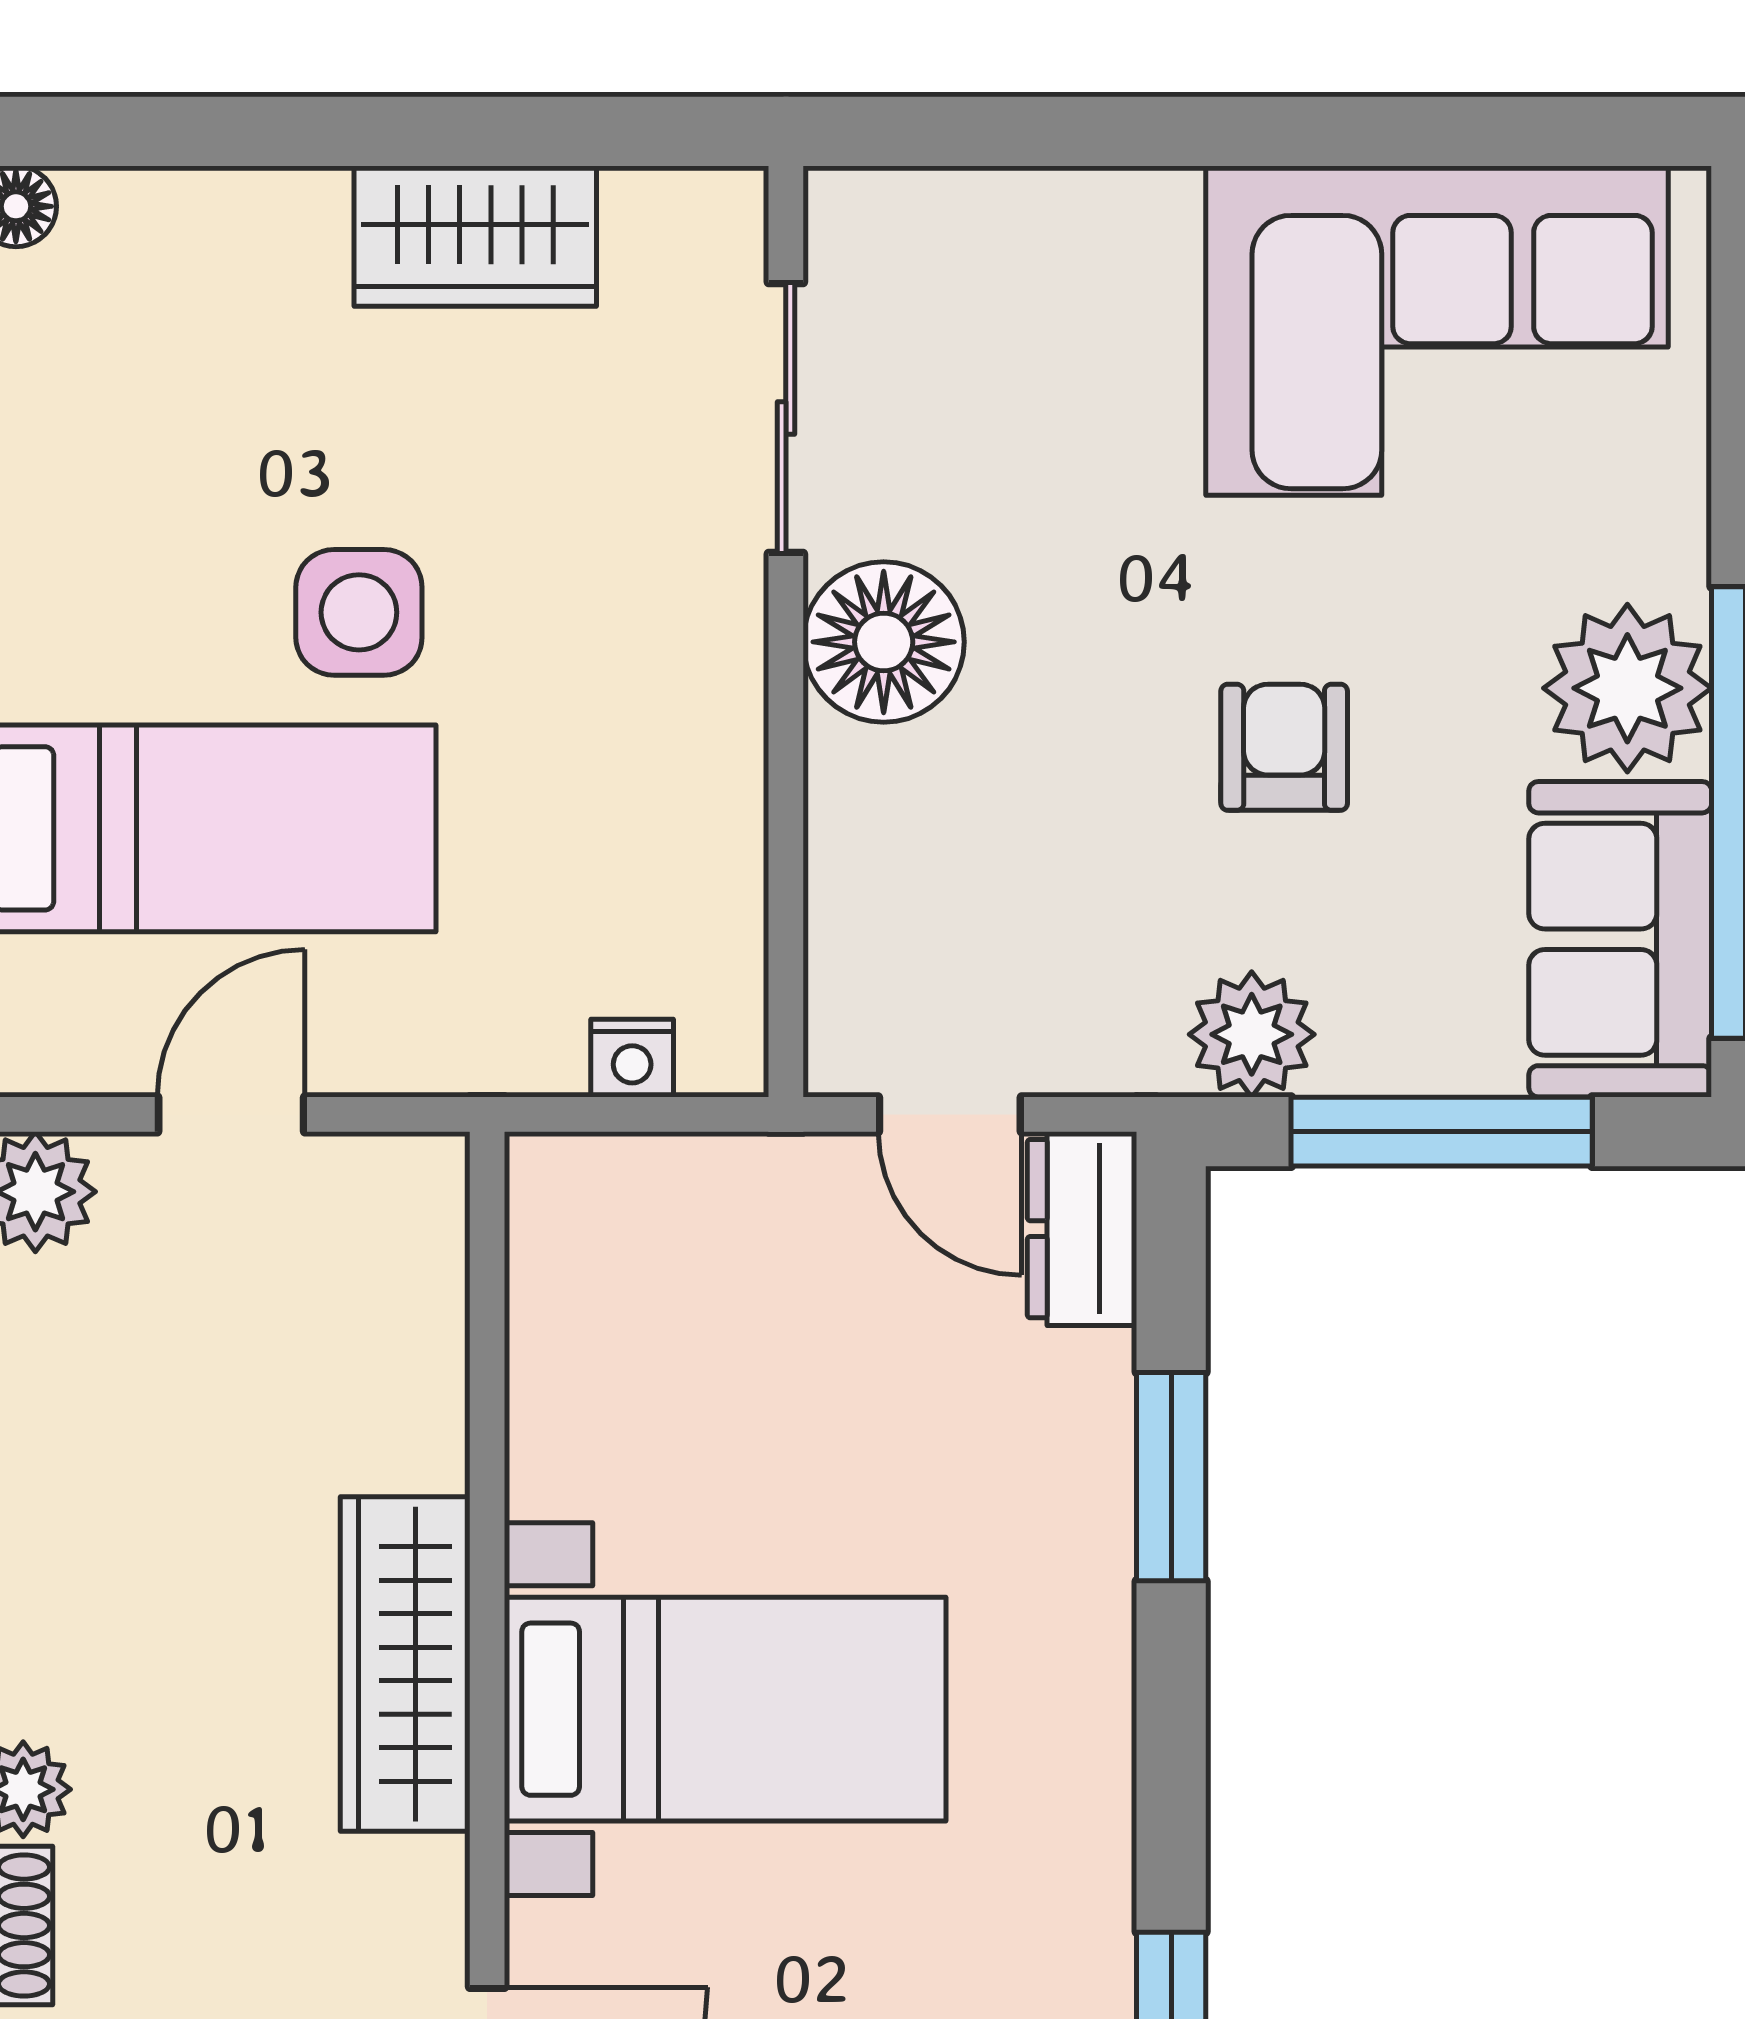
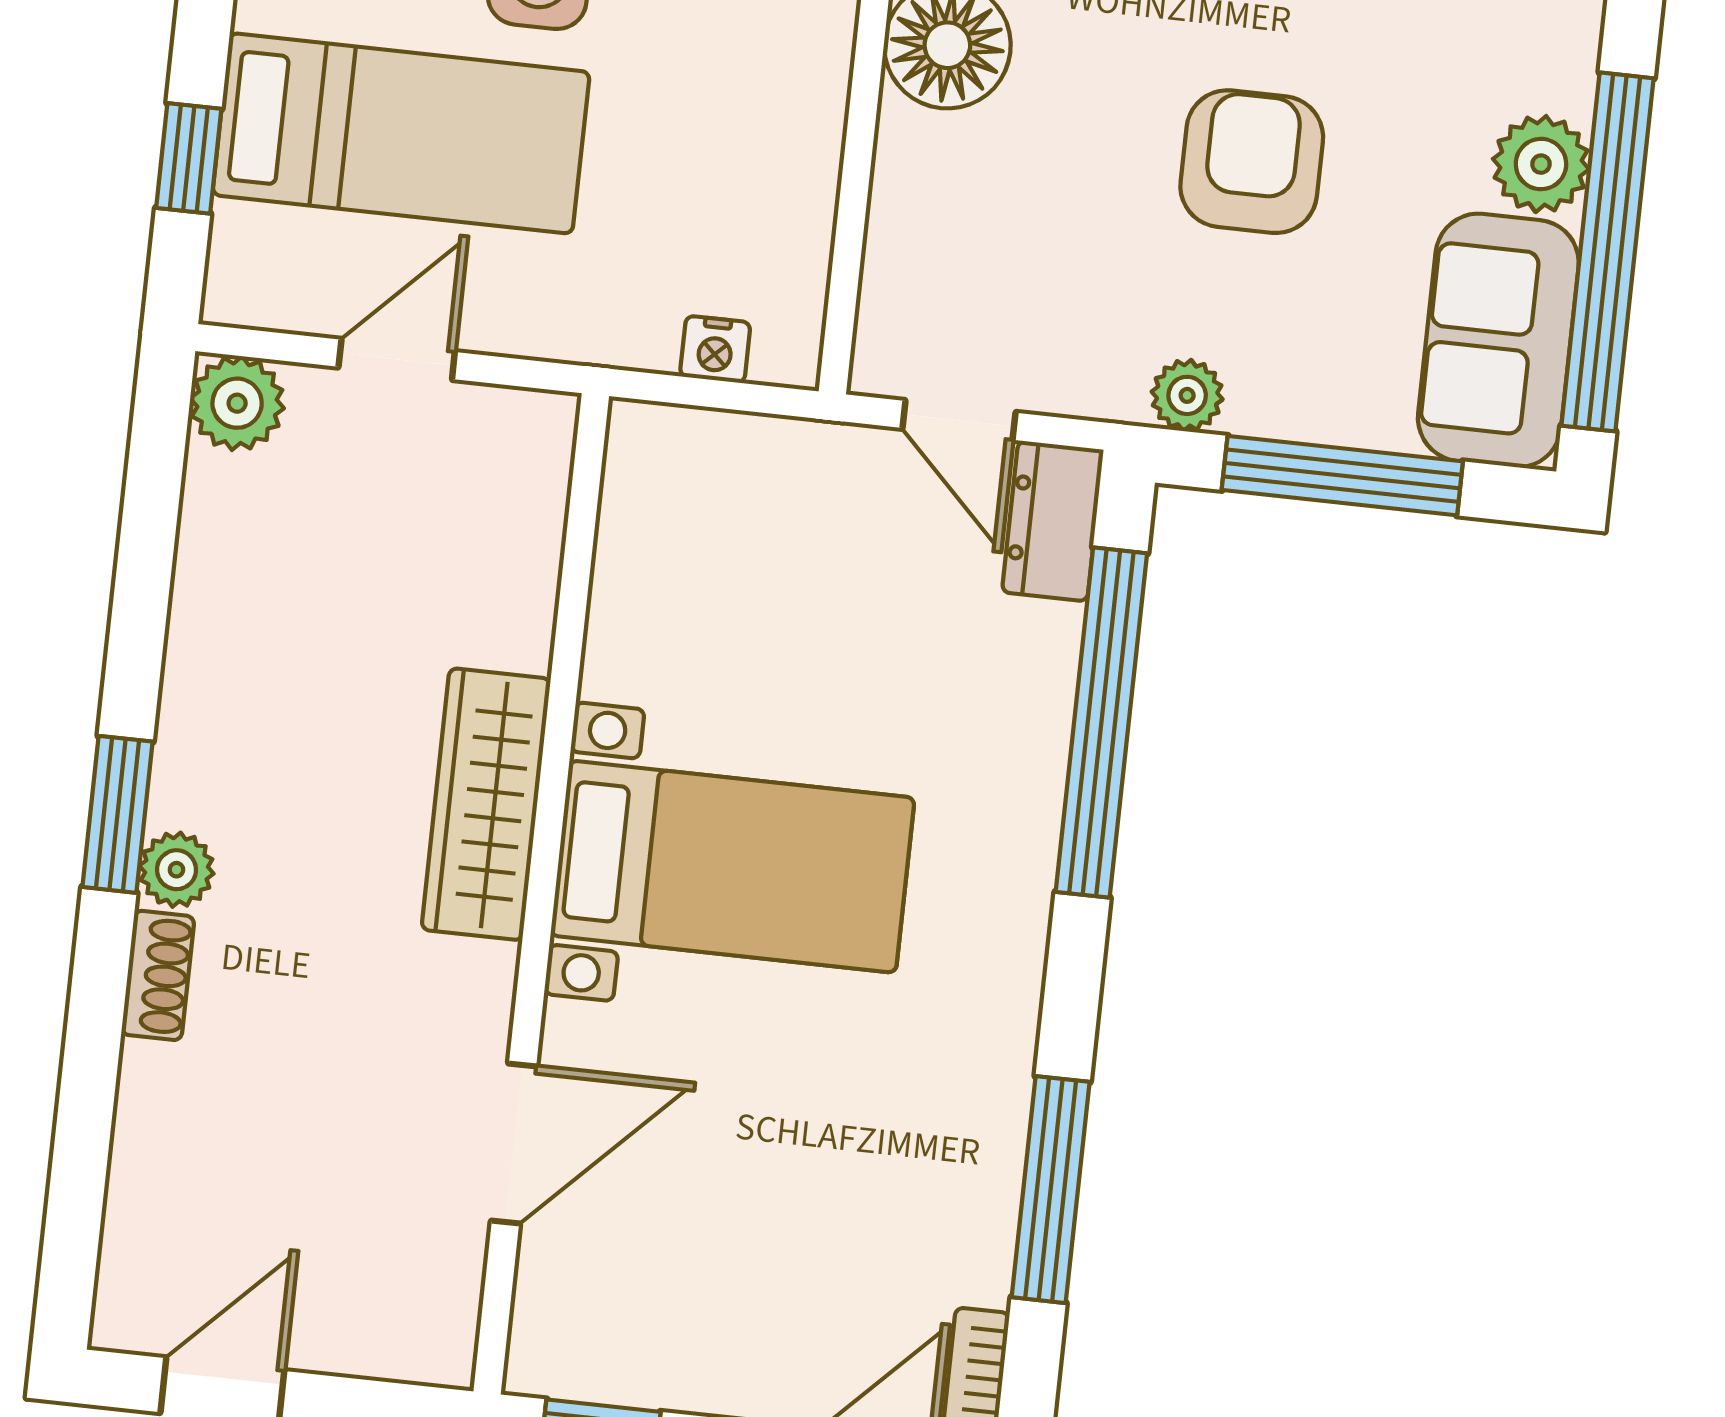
plant: (1627, 688) -> (1541, 164), width x0.73, depth x0.73
armchair: (1284, 747) -> (1252, 162), width x1.38, depth x1.38
plant: (1252, 1034) -> (1187, 395), width x0.73, depth x0.73
window: (1171, 1477) -> (1101, 723), width x2.11

